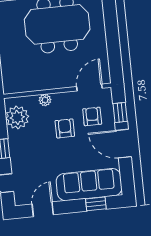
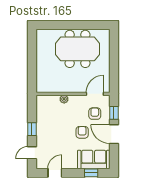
plant: (17, 117) -> (44, 109), removed
armchair: (65, 128) -> (82, 132), moved
sofa: (89, 185) -> (94, 159), width x0.73

